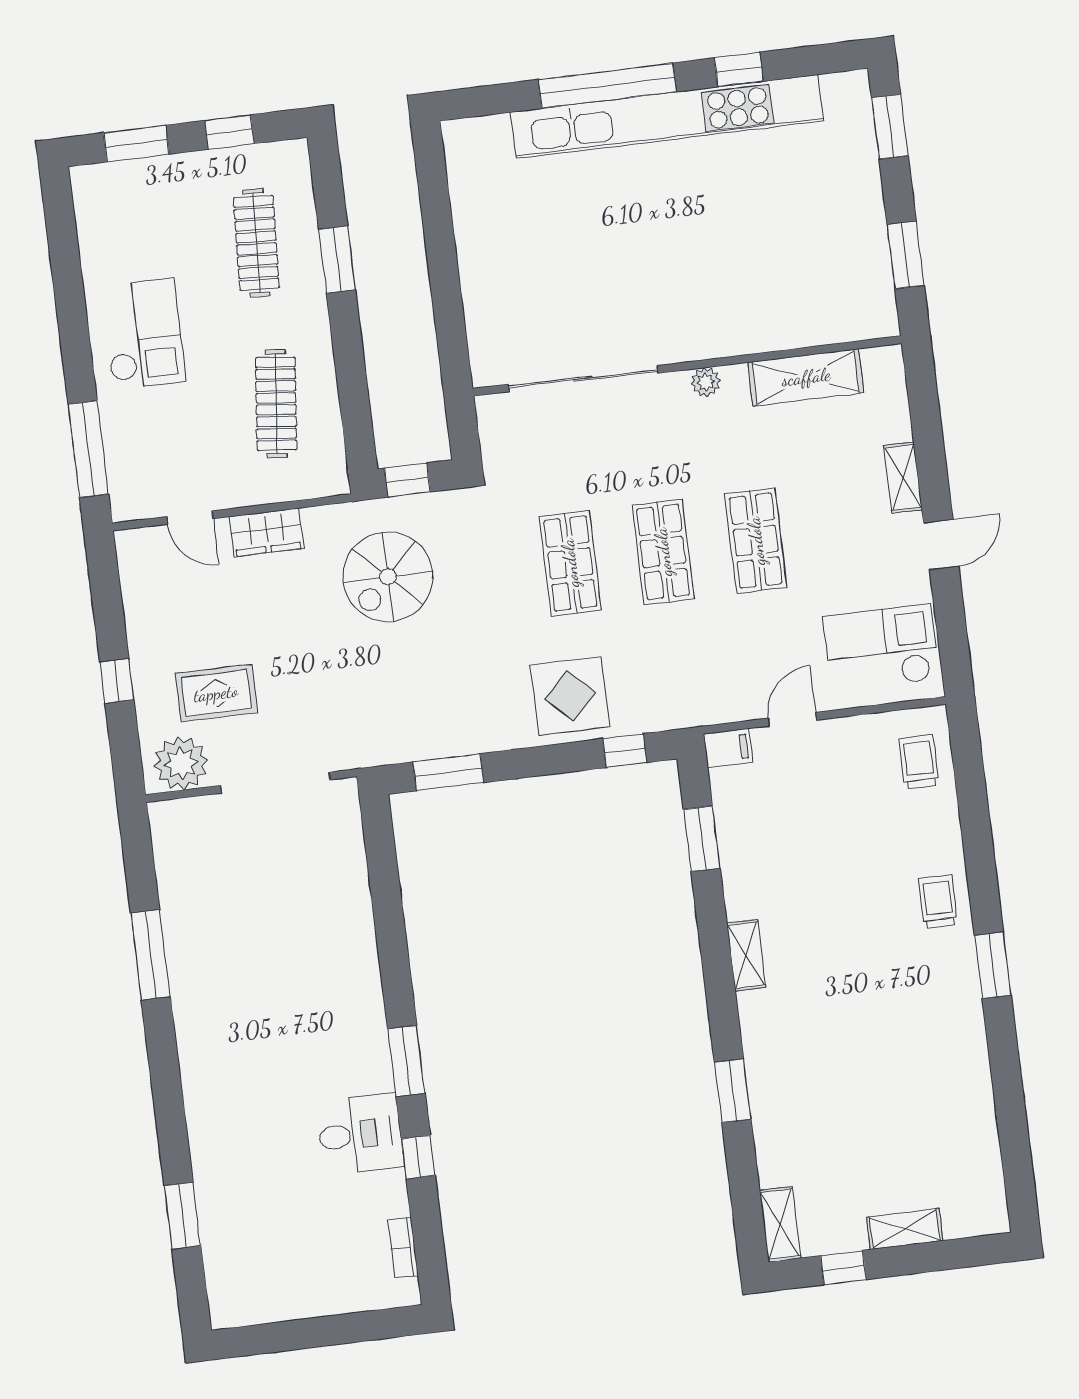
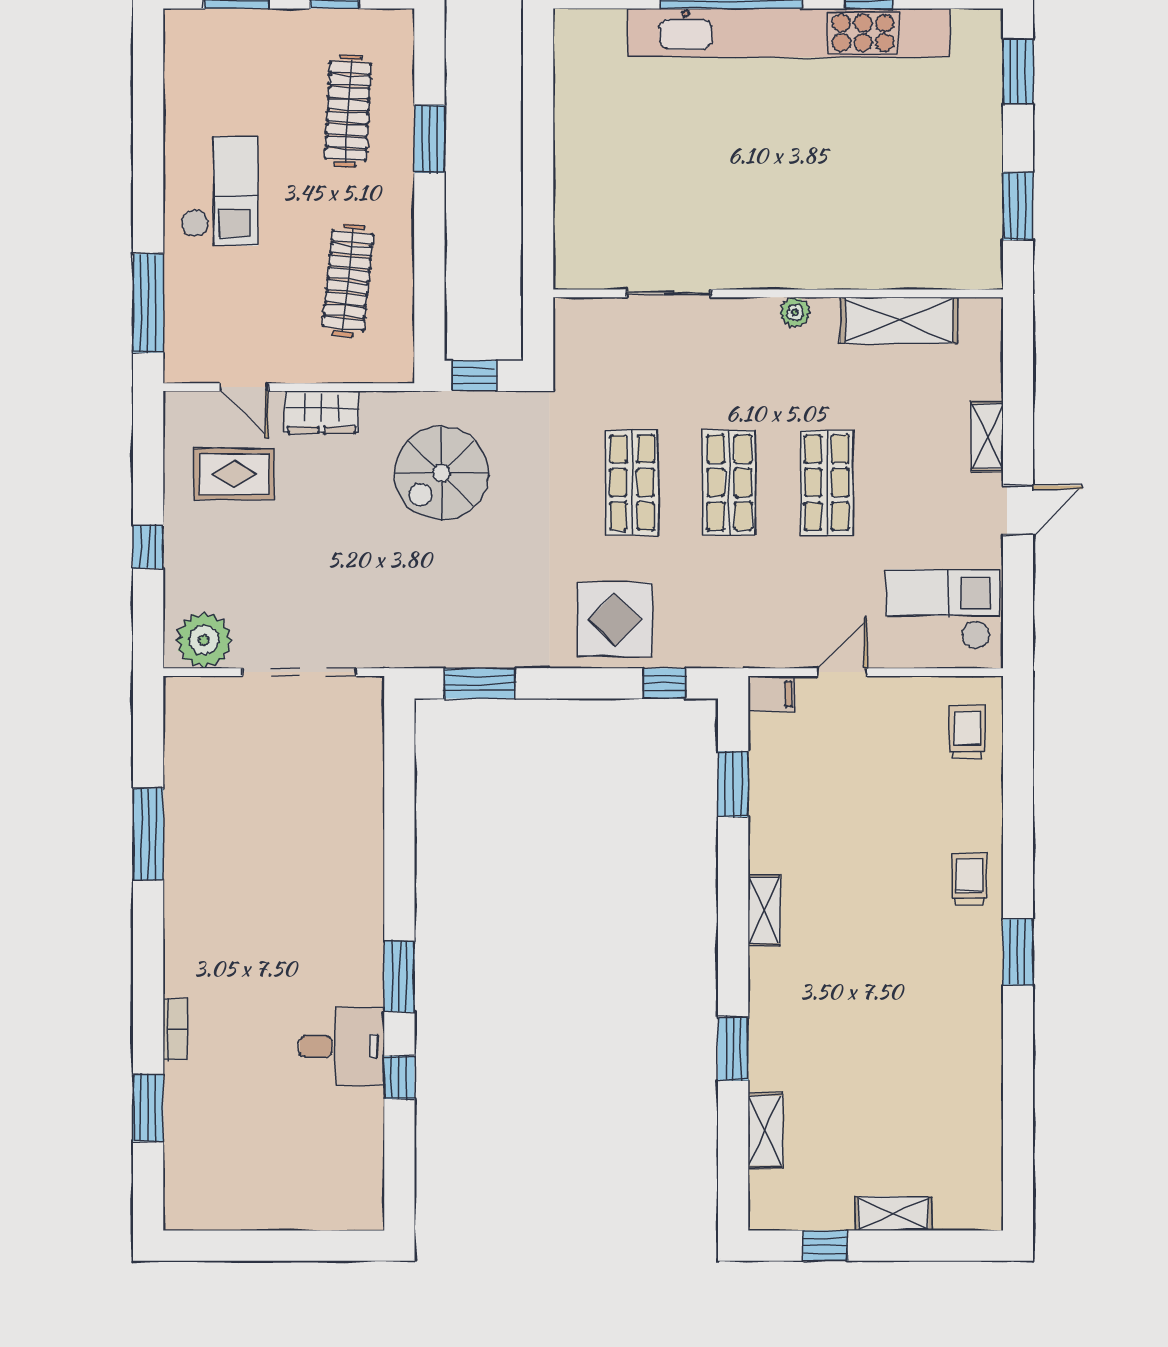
sliding door: (583, 379) -> (669, 293), width x0.54
rug: (216, 693) -> (234, 474), moved
shelving: (780, 1224) -> (765, 1131), moved
bookcase: (403, 1248) -> (175, 1030), moved, turned 180

